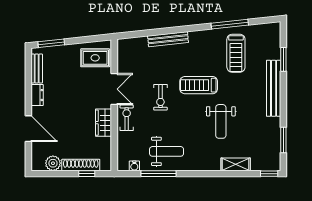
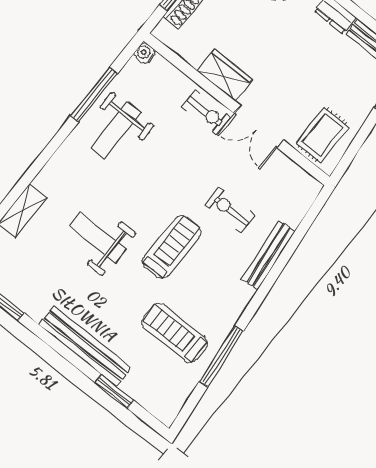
exercise bike: (160, 97) -> (230, 210), moved
water cooler: (134, 166) -> (145, 53), moved

